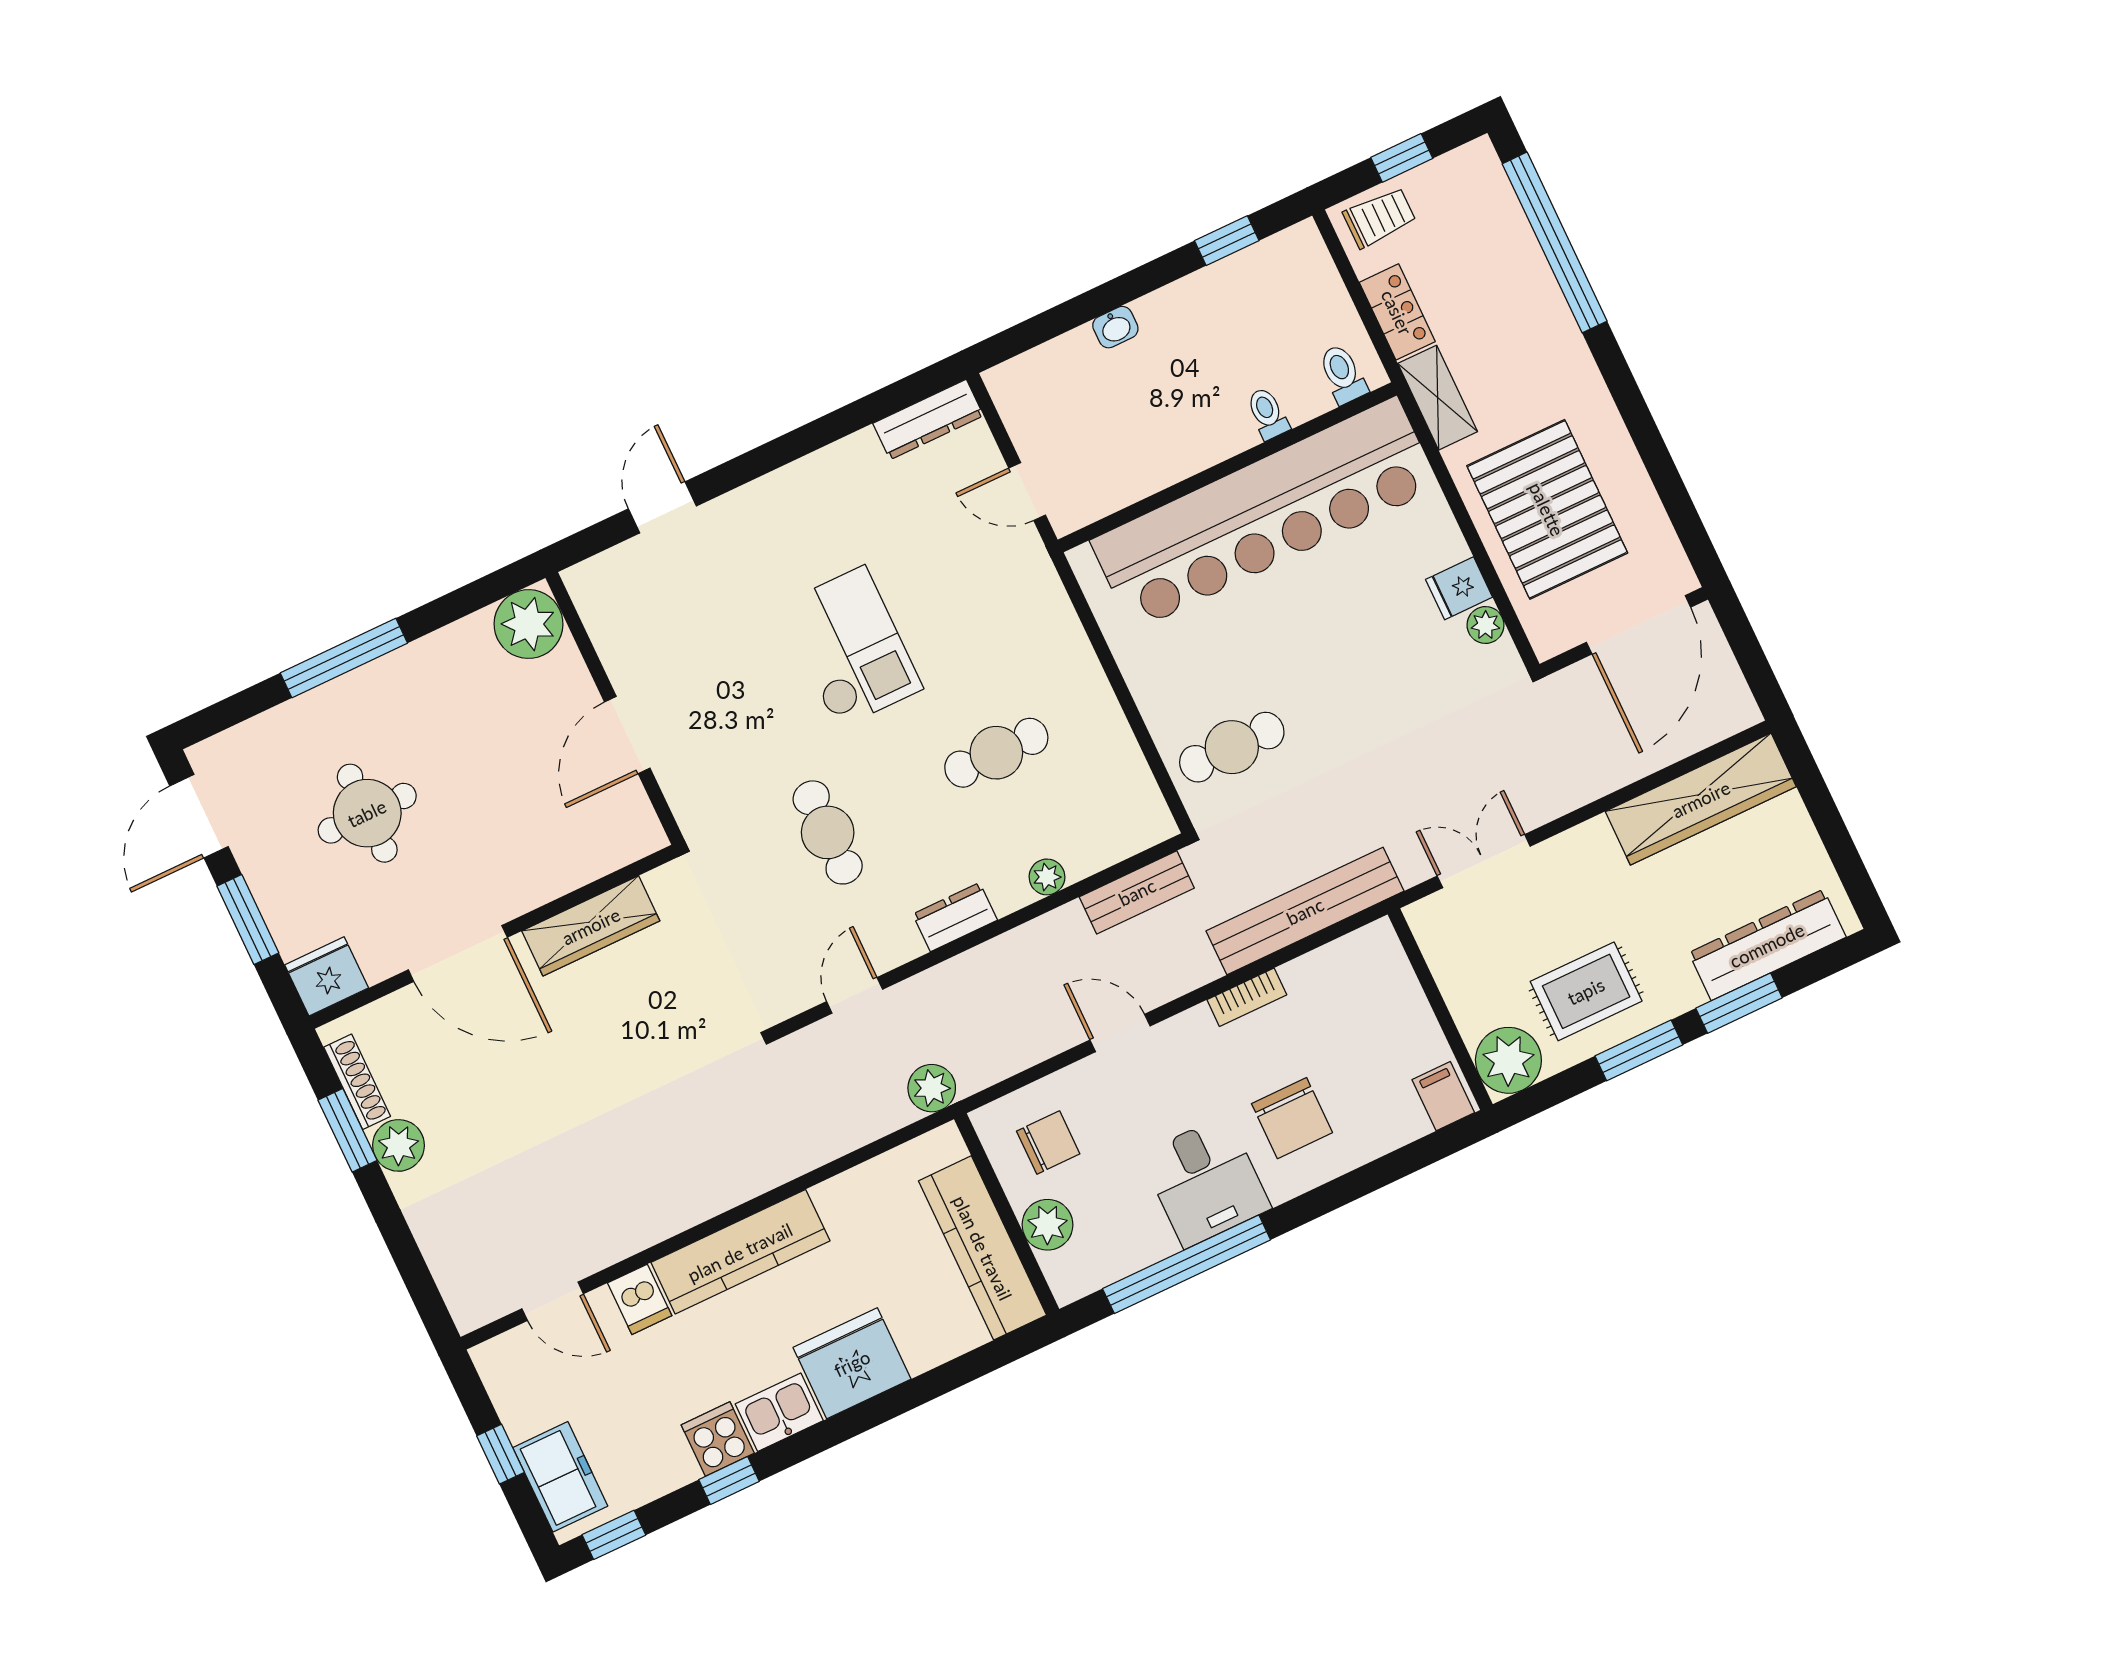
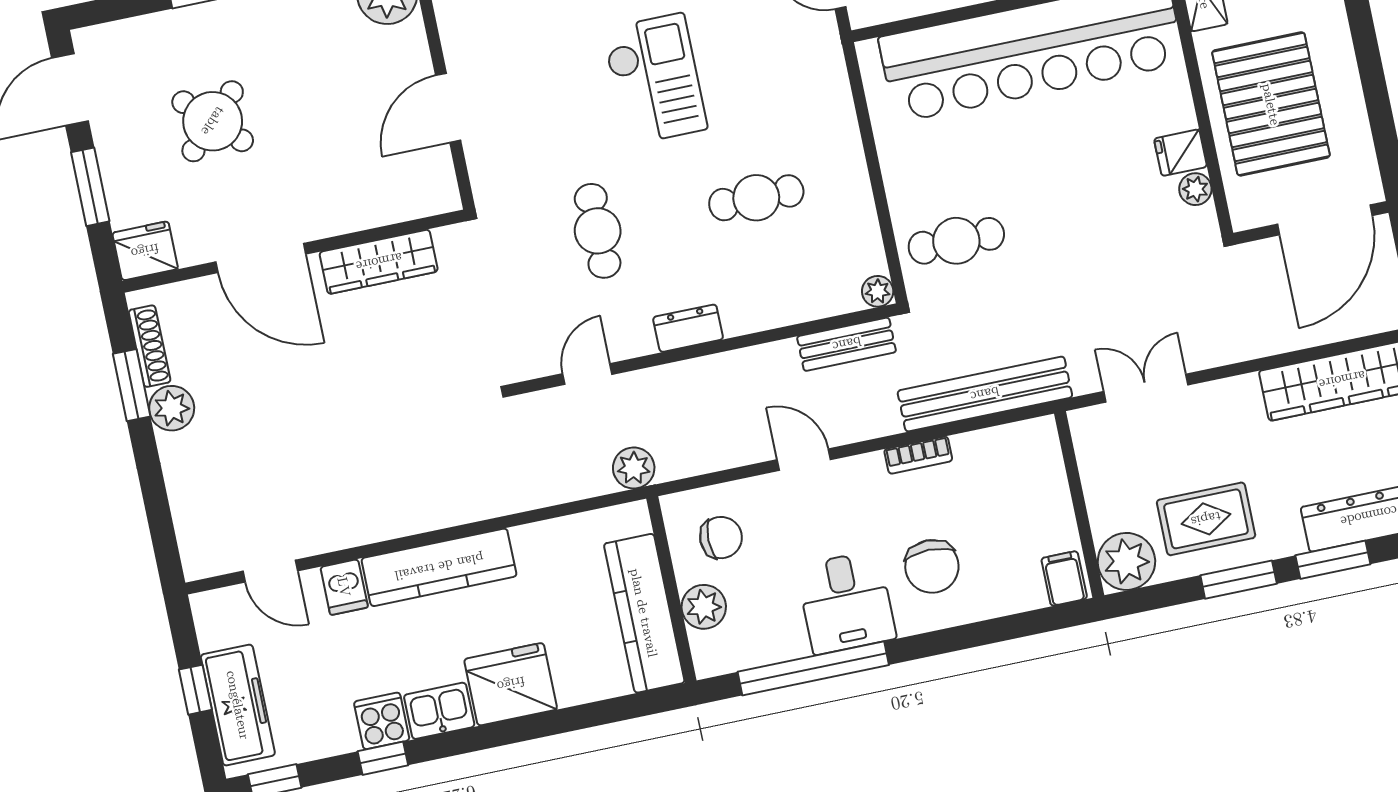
round table: (367, 813) -> (213, 121), turned 45
plant: (1047, 877) -> (878, 291), moved
freezer: (560, 1477) -> (238, 705), width x1.40

